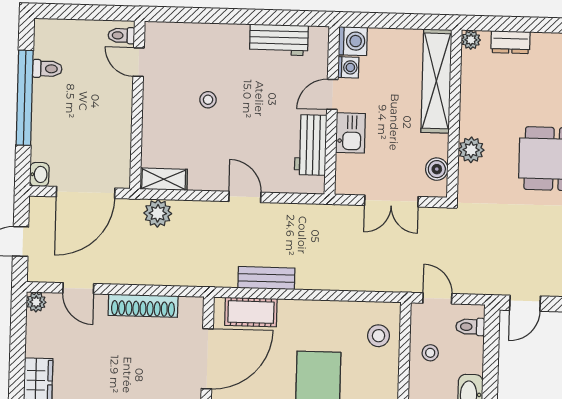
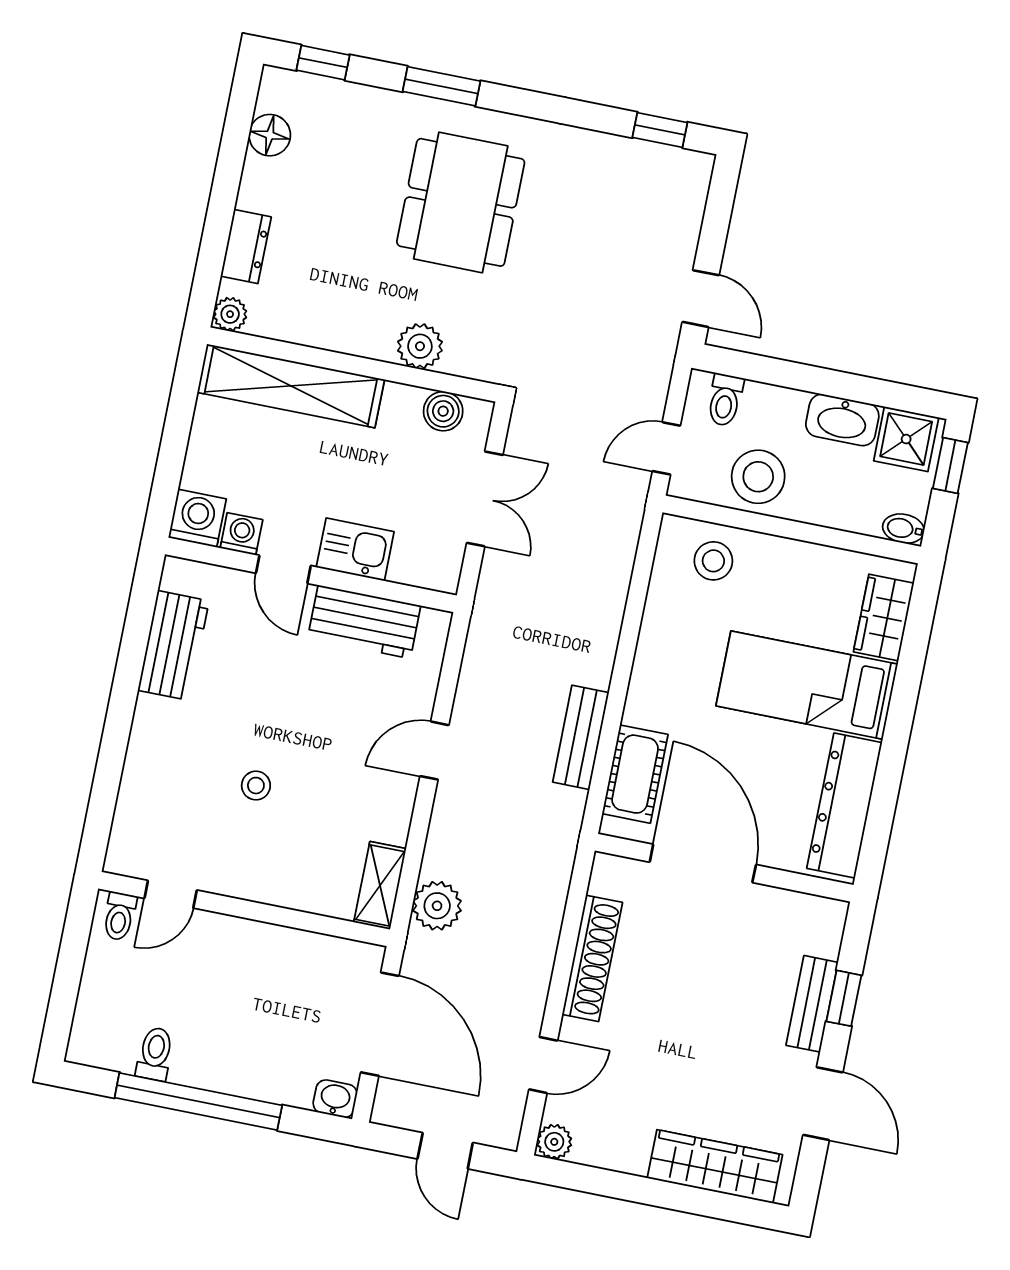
stool: (430, 353) -> (758, 477), width x1.89, depth x1.89

